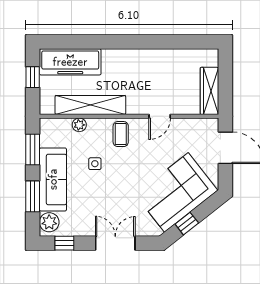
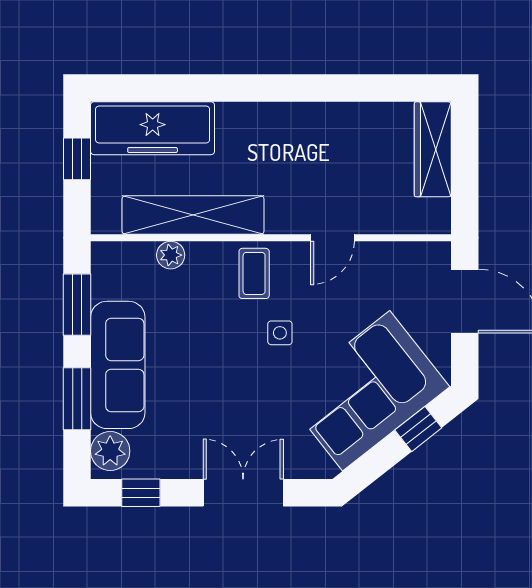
wardrobe: (210, 91) -> (433, 149), moved
side table: (95, 164) -> (280, 333), moved
window: (187, 224) -> (418, 429), moved

